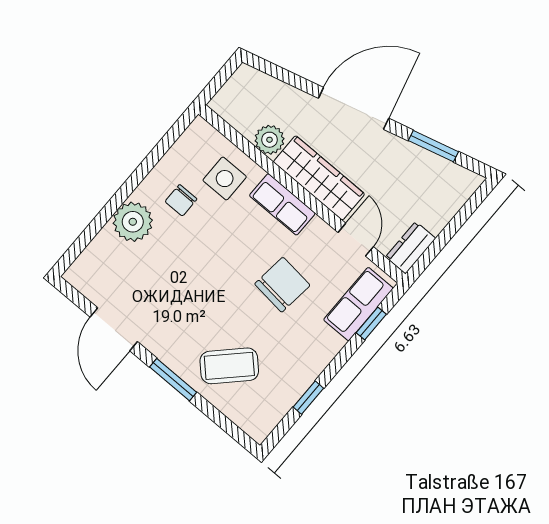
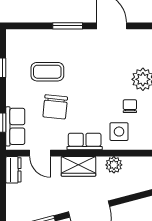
wardrobe: (319, 178) -> (78, 166), width x0.67
coffee table: (229, 366) -> (47, 72), moved, turned 45

